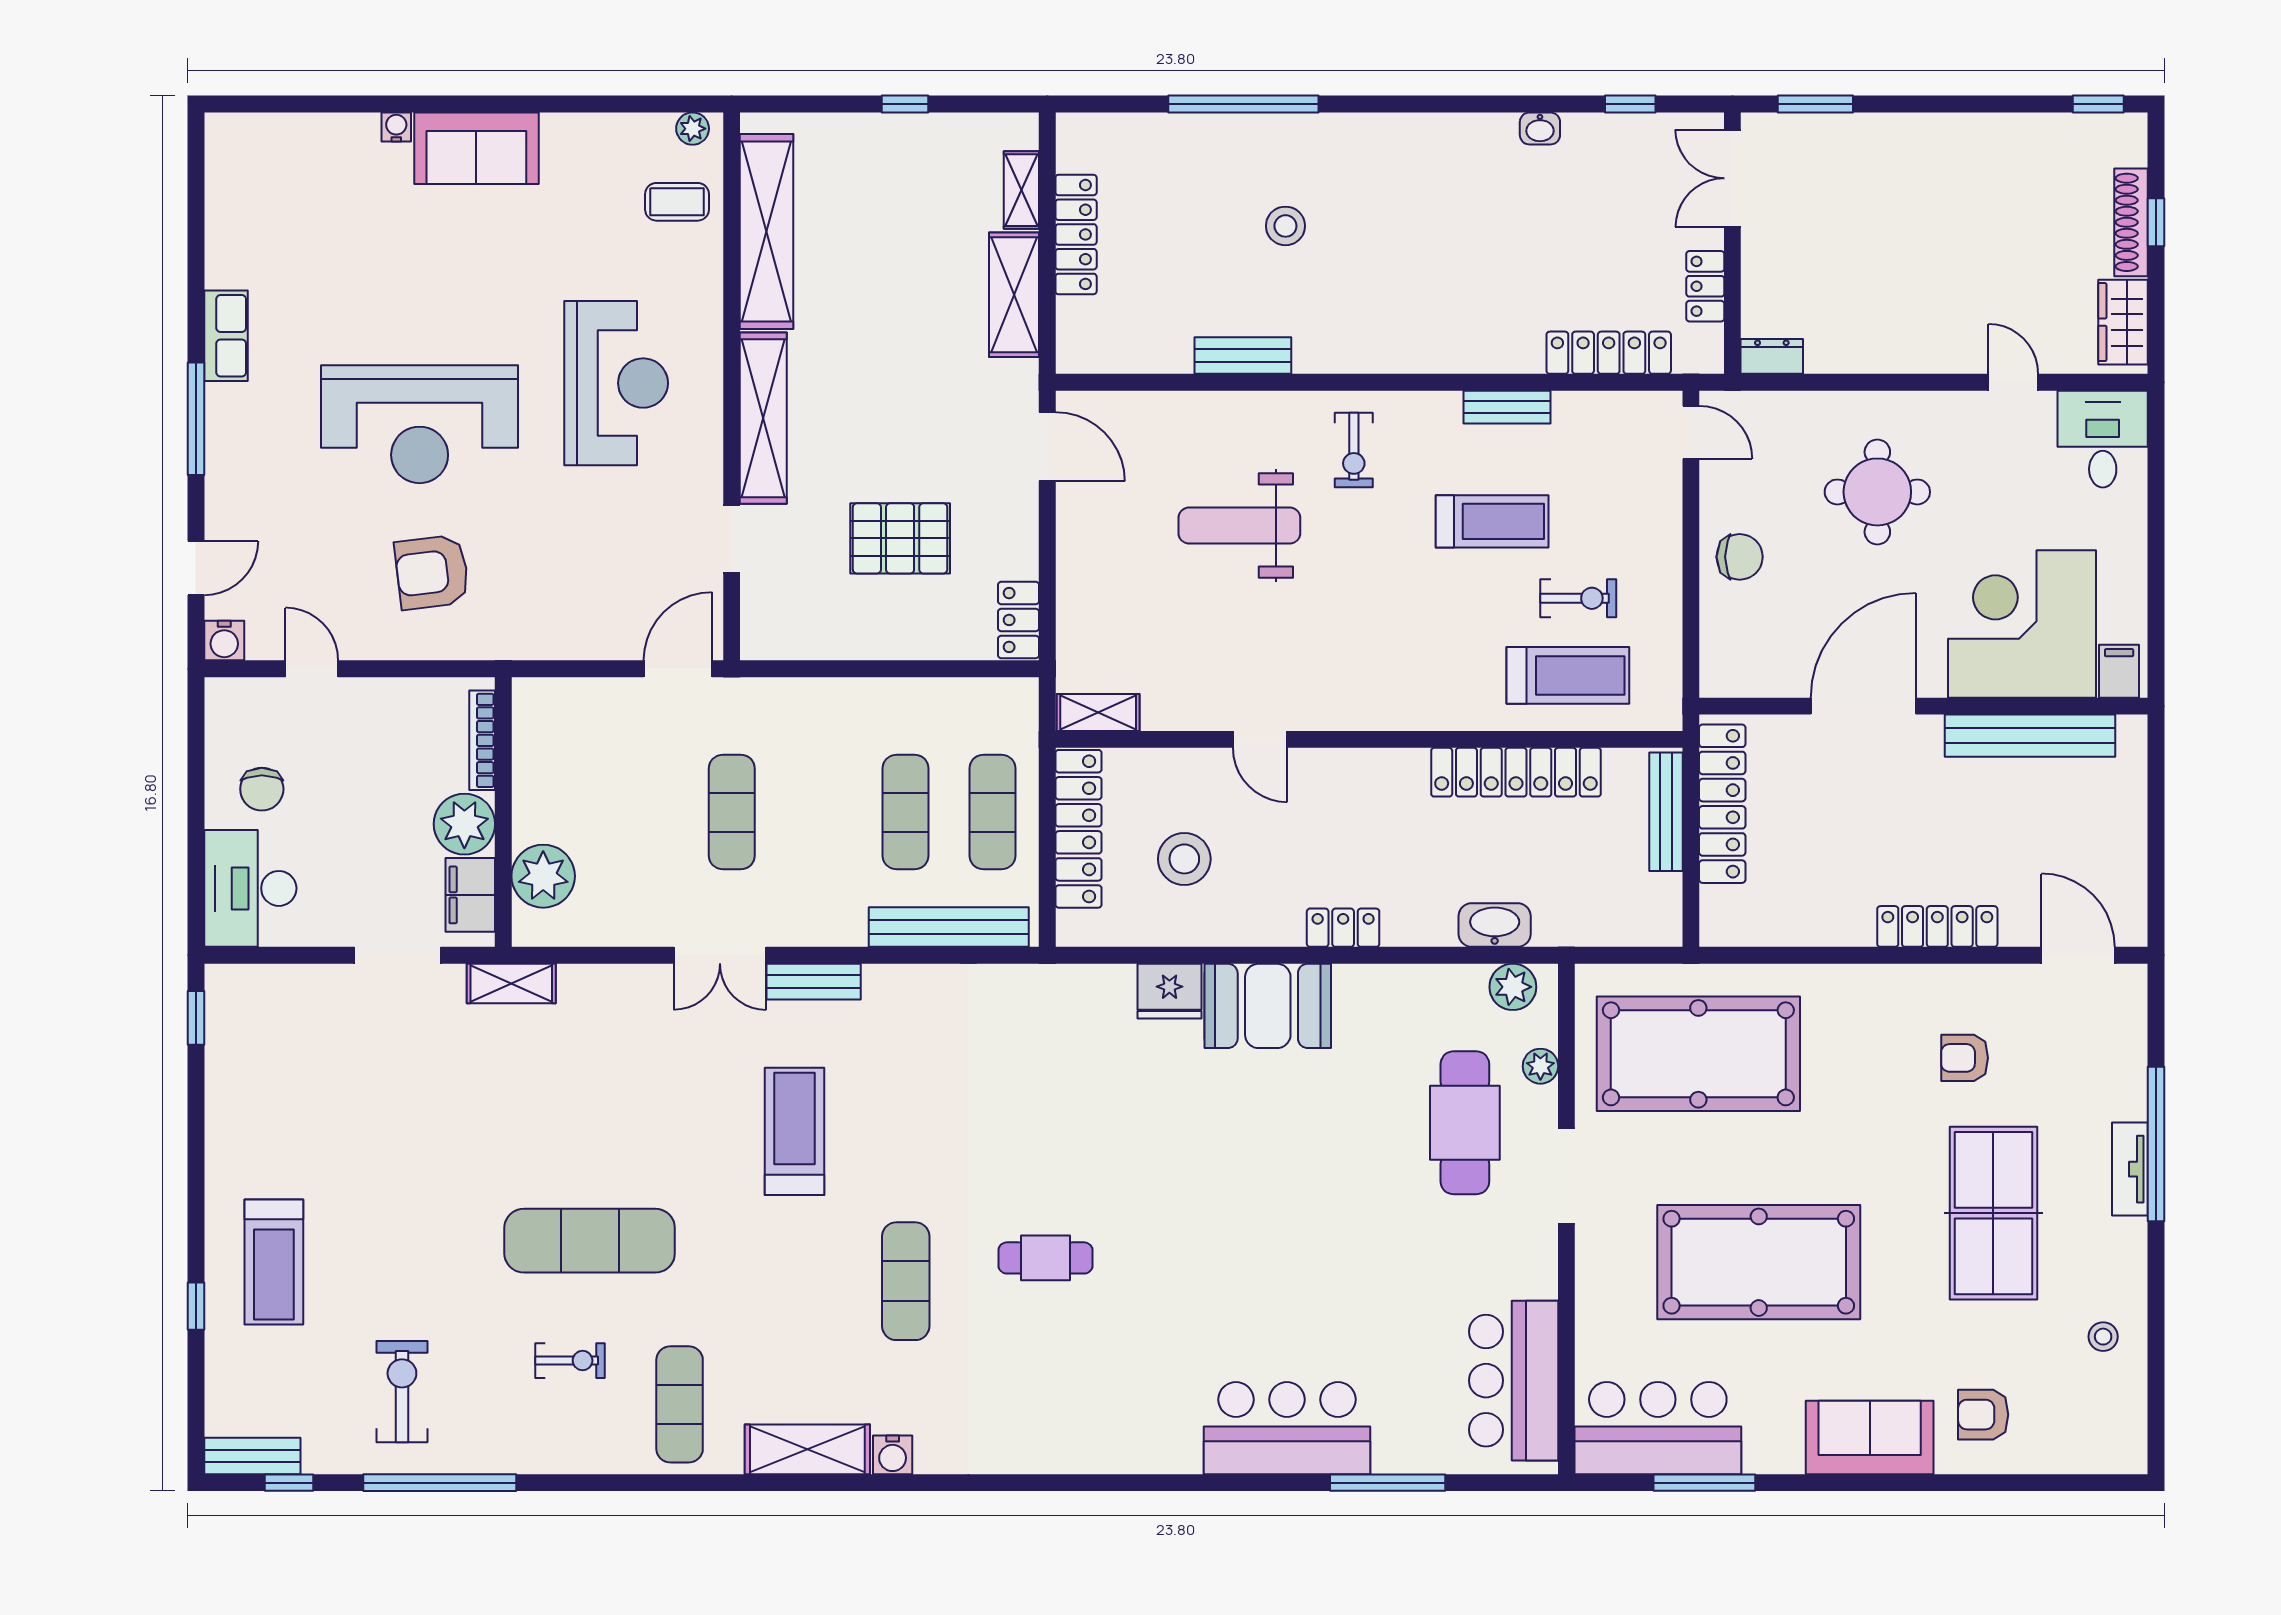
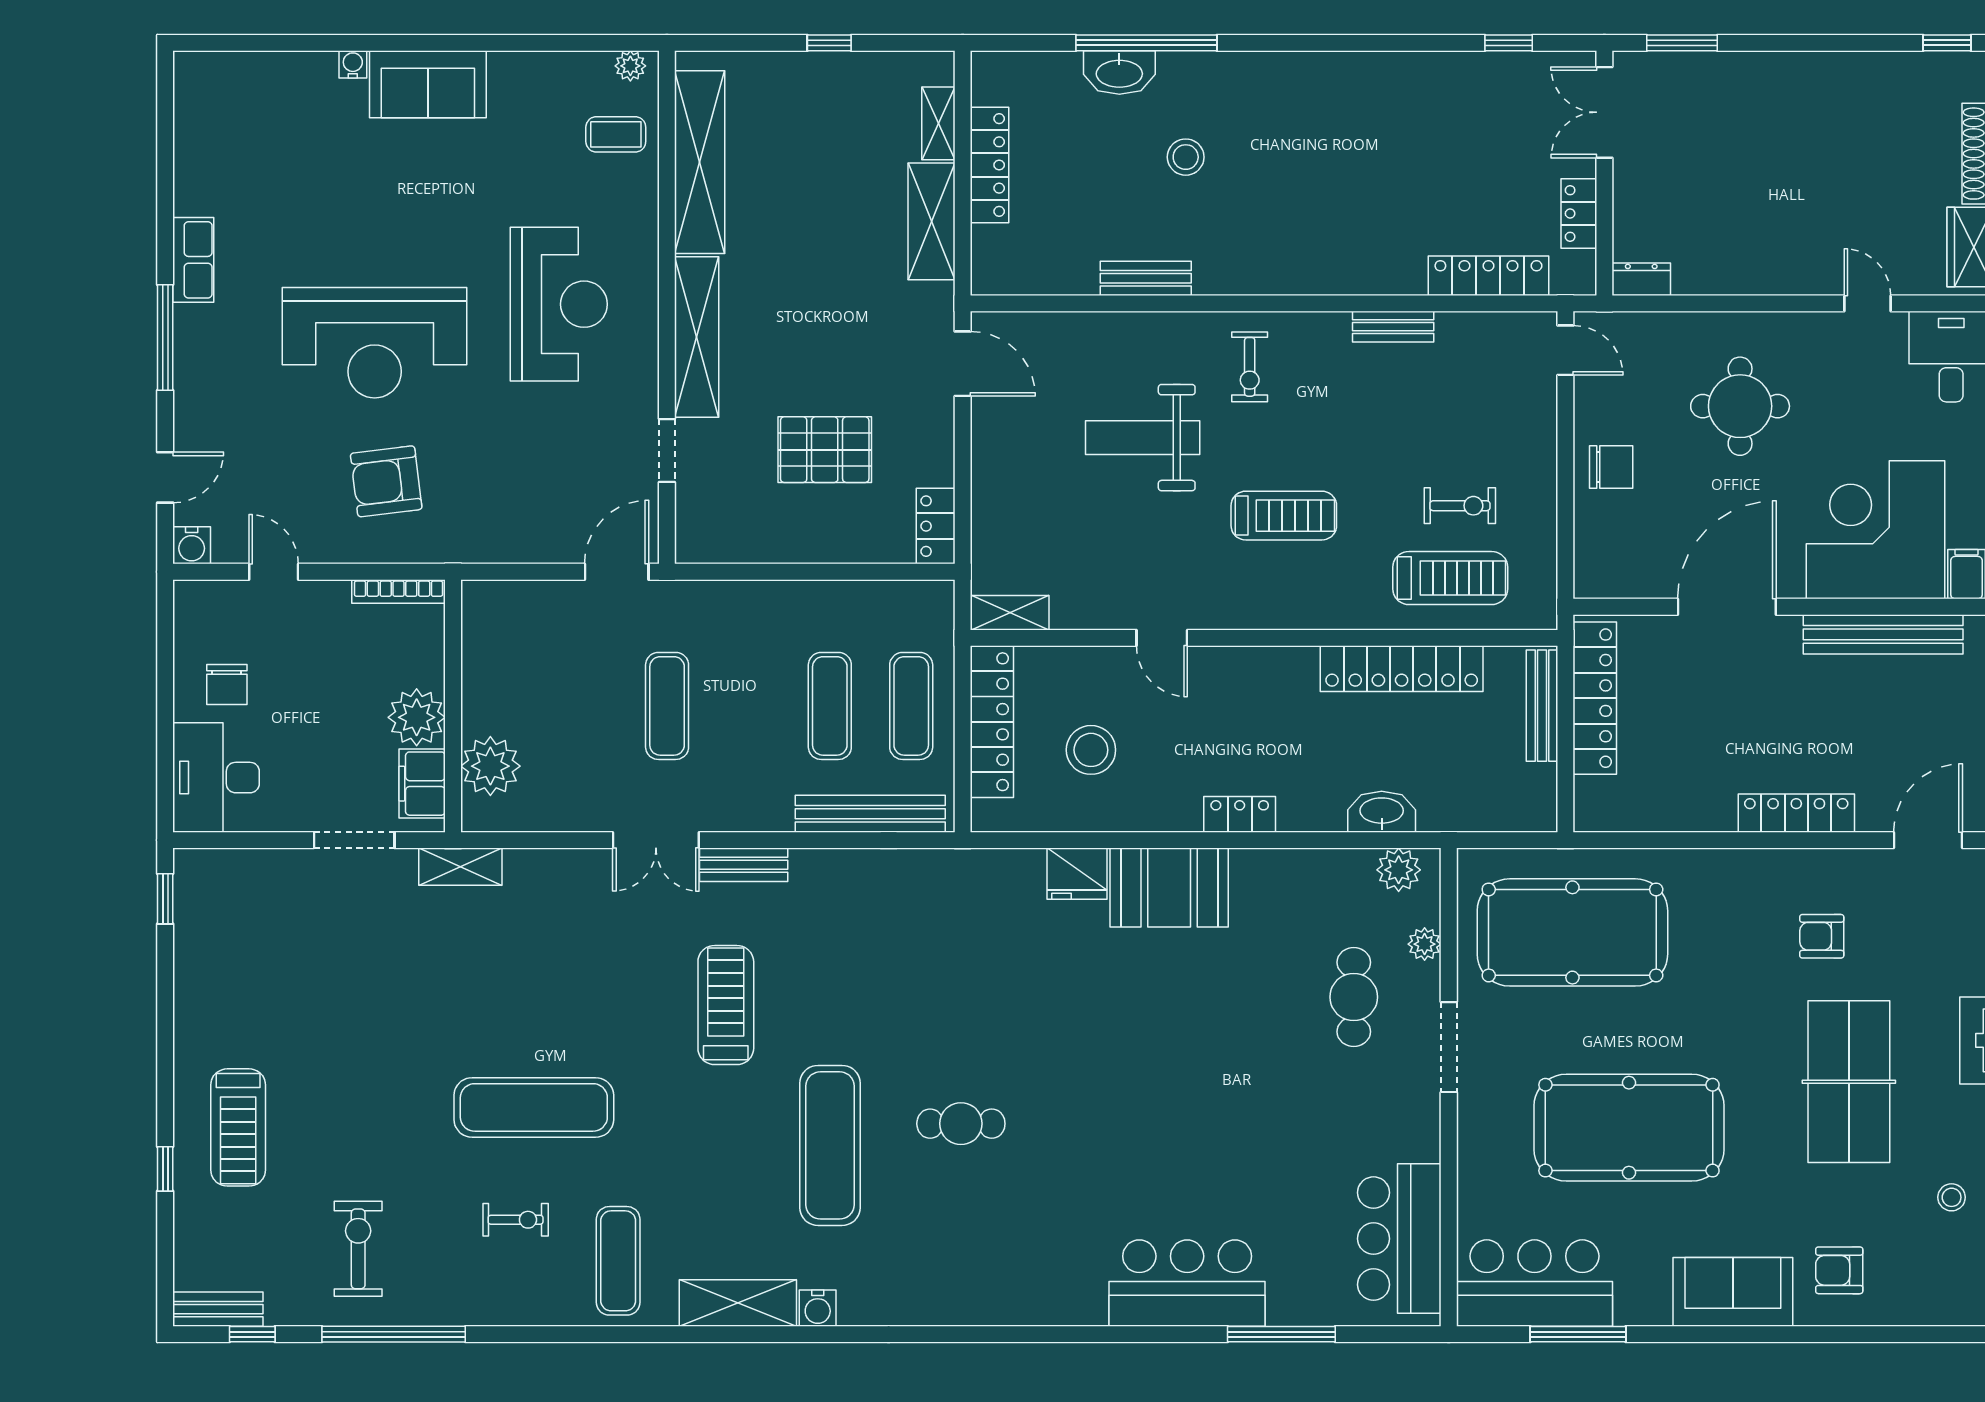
washbasin: (1540, 128) -> (1119, 72), moved, width x1.91, depth x1.45
treadmill: (1492, 521) -> (1284, 516), moved
bookcase: (482, 740) -> (399, 592), moved, turned -90
door: (2078, 955) -> (1928, 840), hinge flipped
cafe table: (1465, 1123) -> (1354, 997), width x0.73, depth x0.74
exercise mat: (906, 1281) -> (830, 1145), width x1.36, depth x1.45

